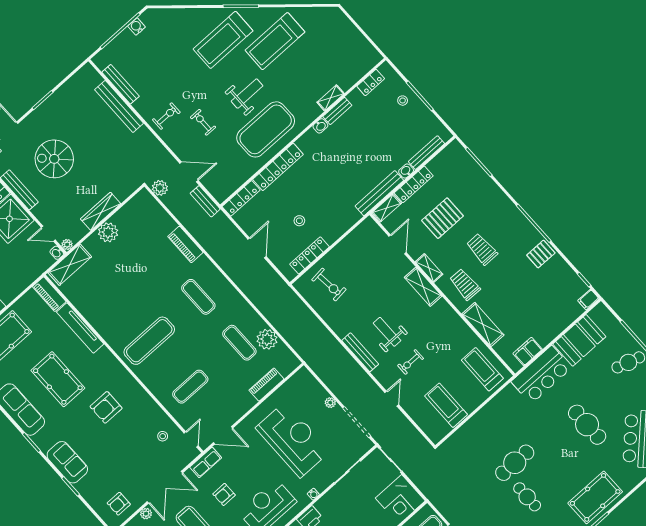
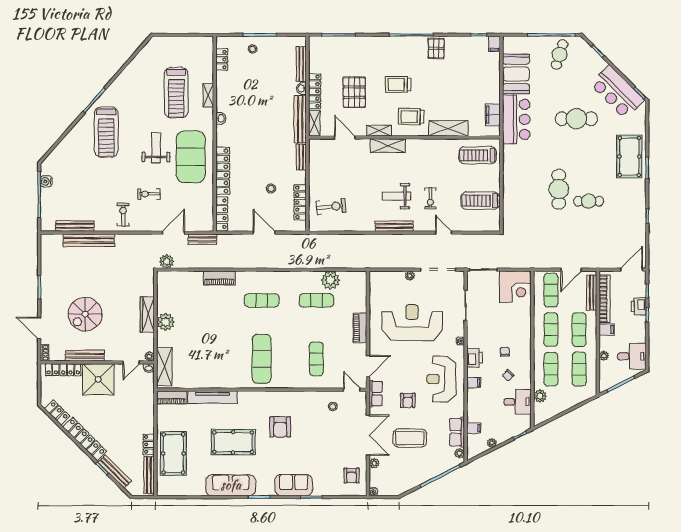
treadmill: (275, 41) -> (176, 93), moved
bench: (337, 111) -> (301, 157), moved
piano: (266, 385) -> (360, 328), moved

